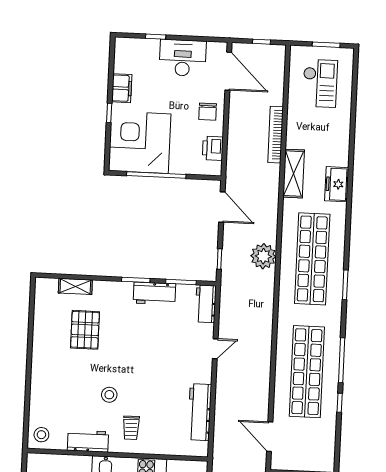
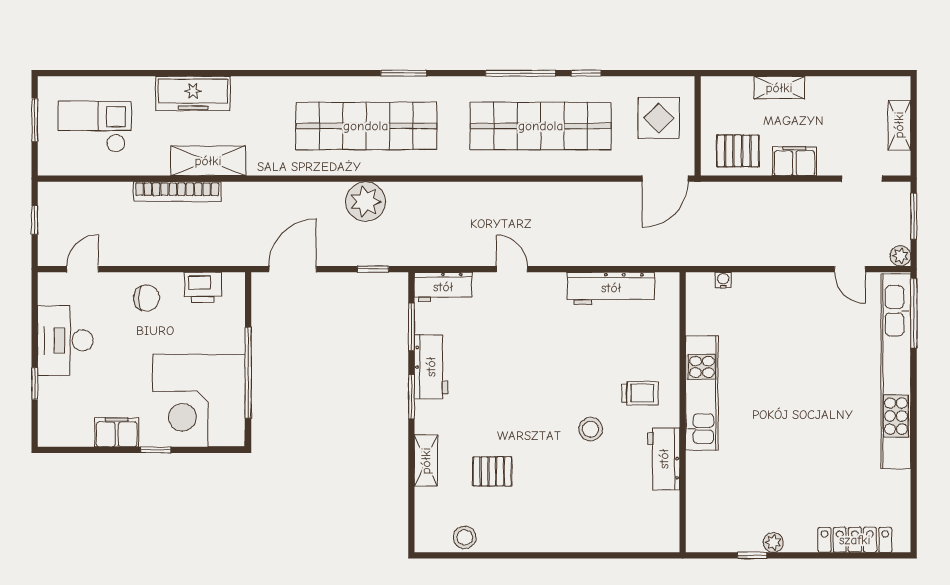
door: (228, 71) -> (83, 269), width x0.53
shelving: (294, 174) -> (208, 161), moved
freezer: (337, 184) -> (193, 94), moved, width x1.40
shelving: (75, 286) -> (426, 461), moved
pallet: (85, 330) -> (492, 471), width x0.67, depth x0.71
stool: (41, 435) -> (465, 537), moved
door: (270, 437) -> (665, 179), moved
display table: (308, 448) -> (659, 118), added

